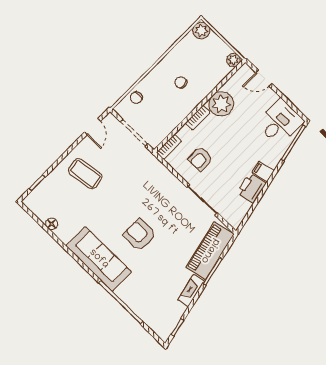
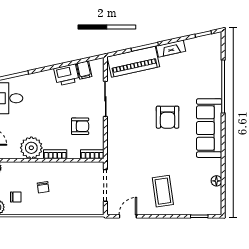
chair: (136, 98) -> (16, 197), moved
filing cabinet: (263, 171) -> (84, 70), moved

